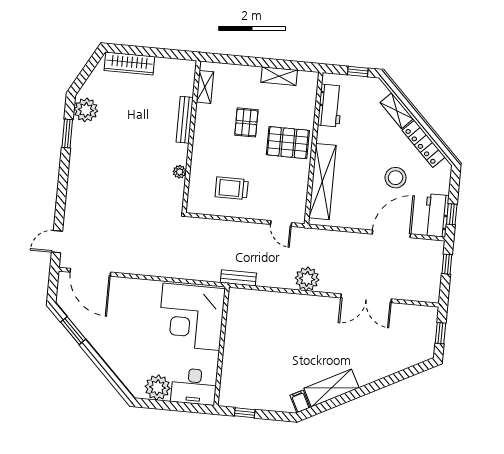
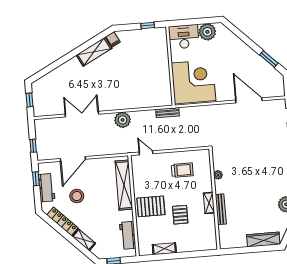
shelving: (205, 87) -> (209, 203), moved
workbench: (436, 215) -> (47, 188), moved
door: (90, 272) -> (249, 100), moved

